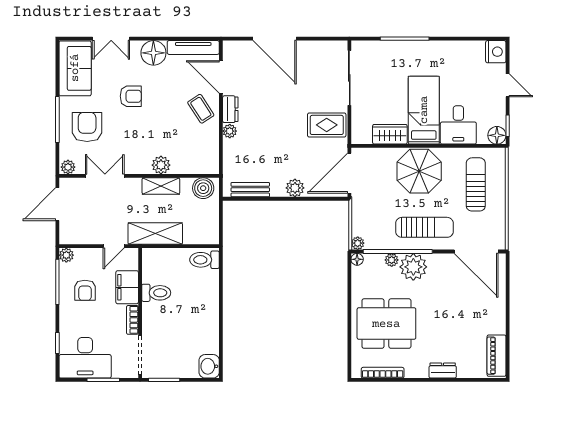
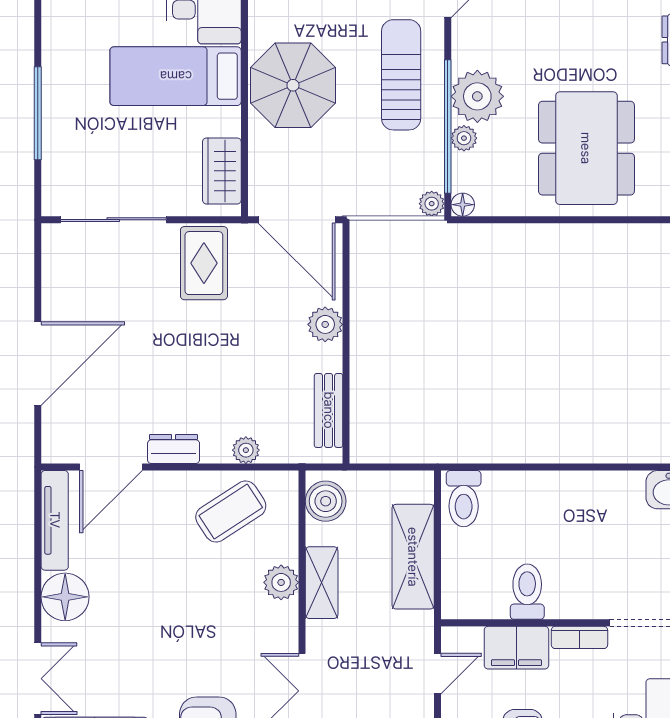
armchair: (131, 96) -> (149, 641), removed
coffee table: (201, 109) -> (231, 512), moved, width x1.36, depth x1.30
plant: (230, 131) -> (246, 450), moved
wardrobe: (390, 134) -> (222, 171), moved
shelving: (155, 234) -> (413, 557), moved
door: (114, 246) -> (438, 674), hinge flipped

